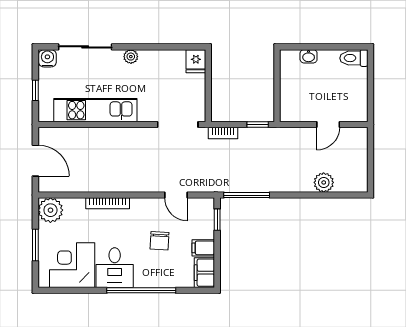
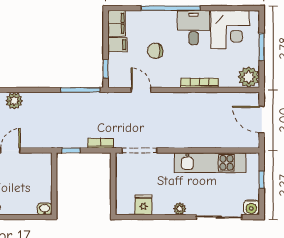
washbasin: (309, 56) -> (45, 209), moved
fridge: (196, 61) -> (143, 205), moved
chair: (159, 241) -> (155, 51), turned -93

